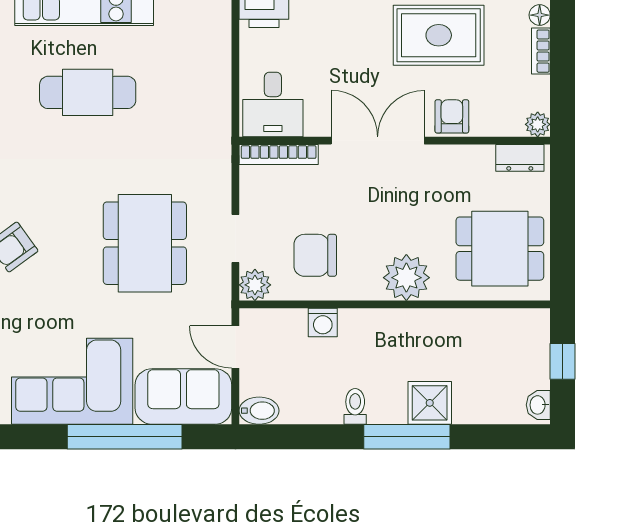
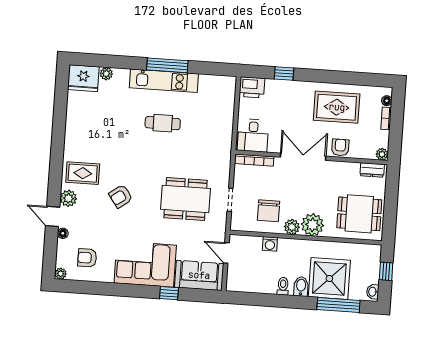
cafe table: (88, 92) -> (163, 123), width x0.73, depth x0.74
dining table: (145, 243) -> (185, 199), turned 90
chair: (315, 255) -> (269, 211), turned -90
plant: (255, 285) -> (292, 227), moved
shower: (430, 403) -> (329, 279), width x1.86, depth x1.86
bidet: (259, 411) -> (301, 286), moved, turned -90
window: (125, 437) -> (169, 293), width x0.32
window: (407, 437) -> (338, 305), moved

